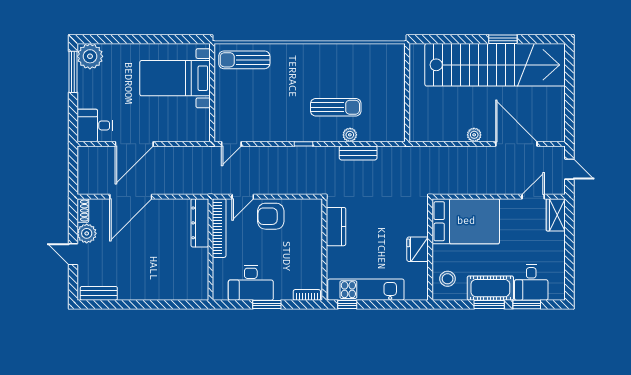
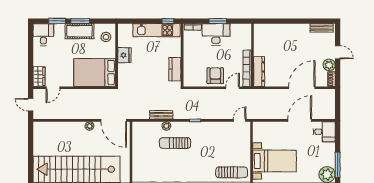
door: (516, 144) -> (114, 120), moved
armchair: (271, 216) -> (215, 76), turned -90
desk: (531, 282) -> (43, 35), moved
desk: (251, 283) -> (216, 34), moved

